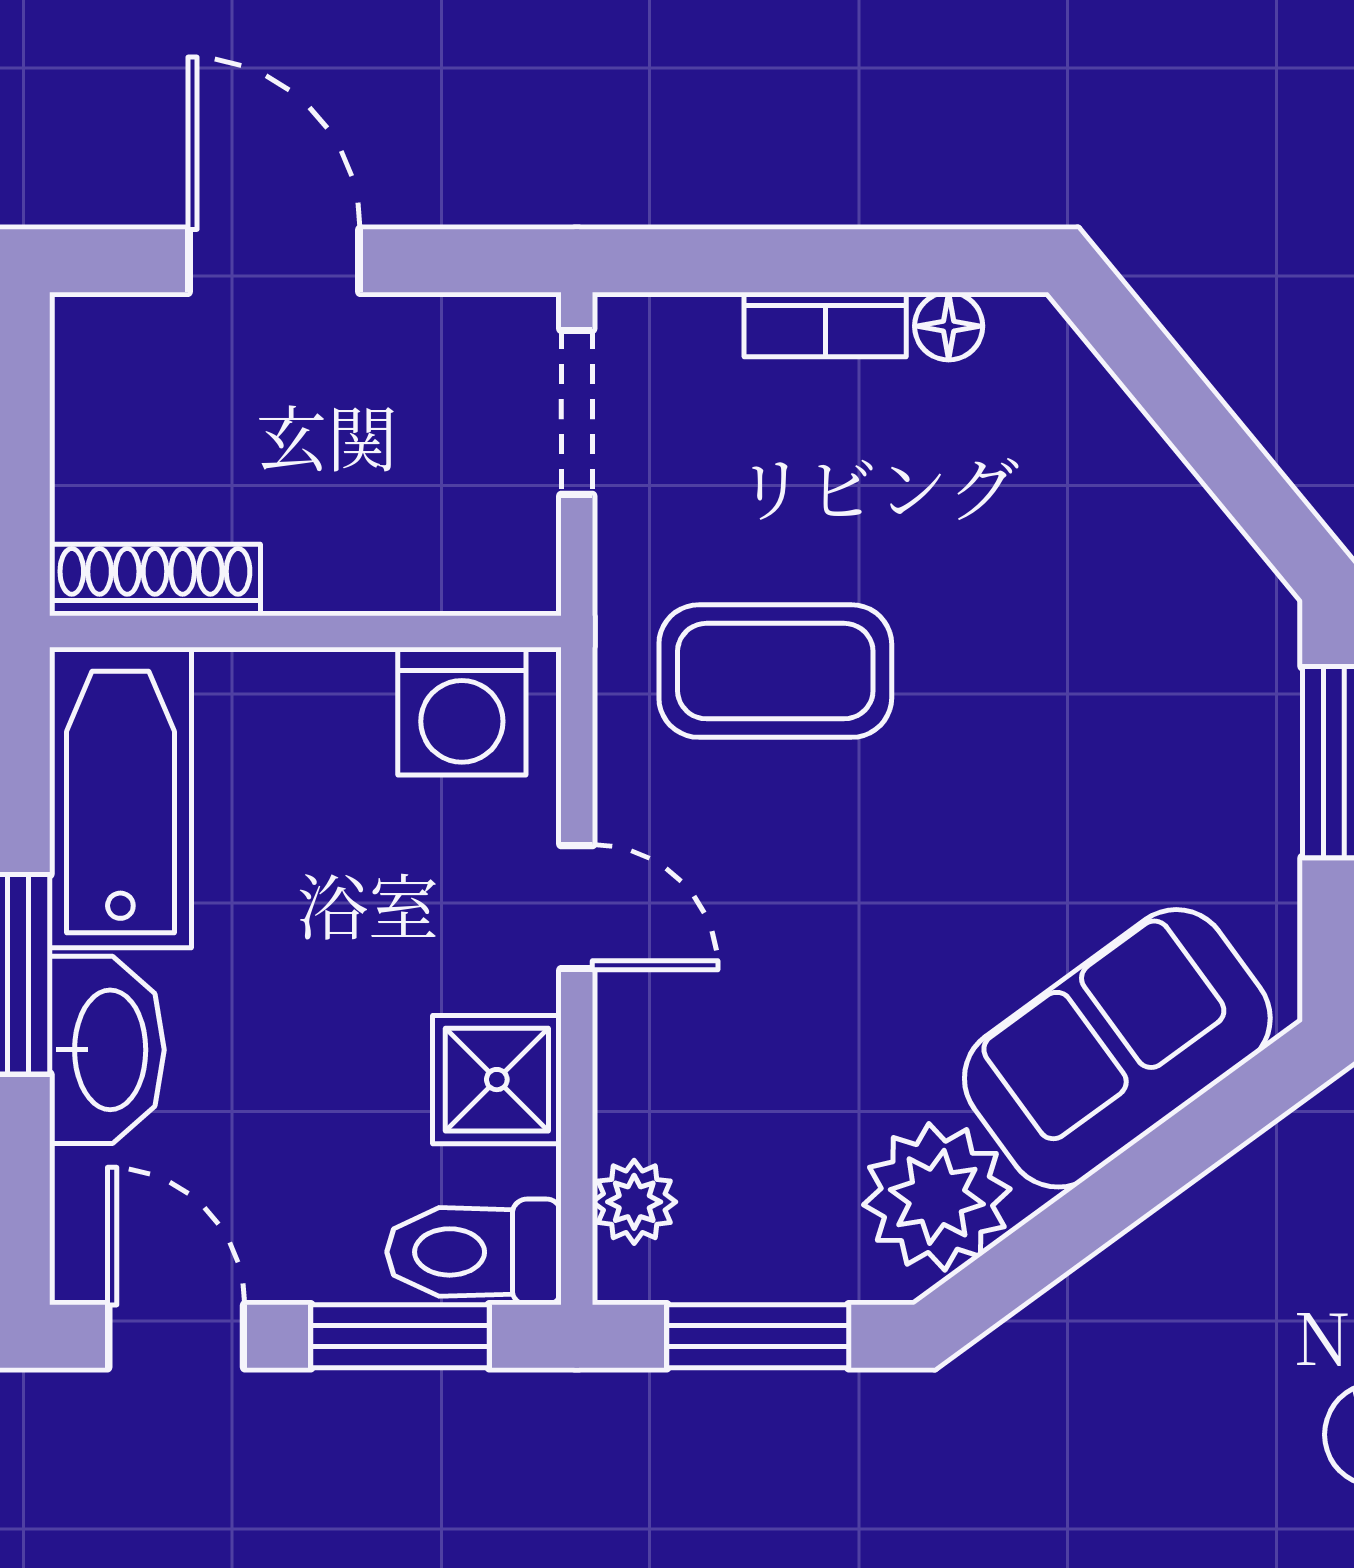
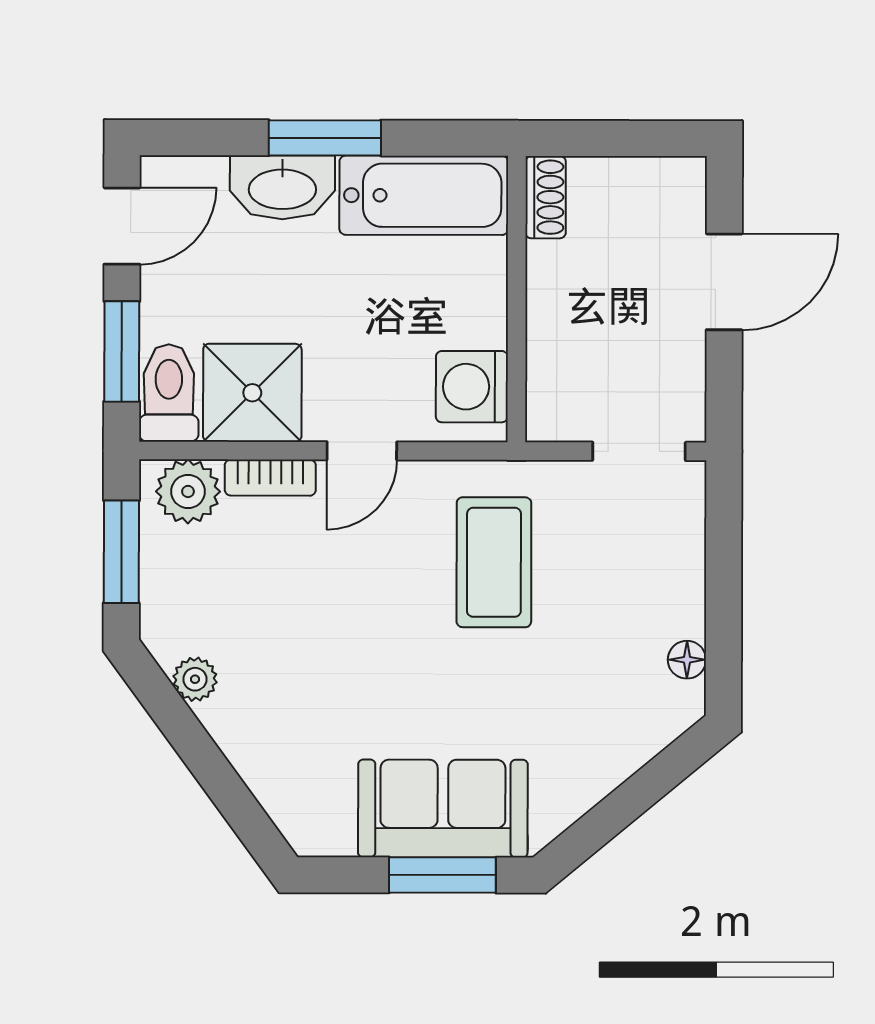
bookcase: (825, 325) -> (270, 478), moved, turned -90
shoe rack: (155, 580) -> (546, 197), width x0.70
sofa: (1117, 1048) -> (443, 808), moved, turned -54
shower: (497, 1080) -> (252, 393), width x1.36, depth x1.36
plant: (937, 1197) -> (195, 679), width x0.53, depth x0.53
plant: (634, 1202) -> (188, 491), width x1.38, depth x1.38

